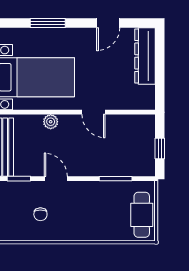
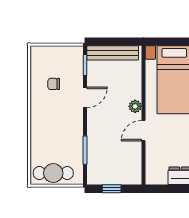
plant: (51, 122) -> (135, 106), moved

